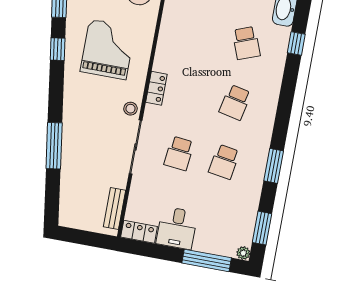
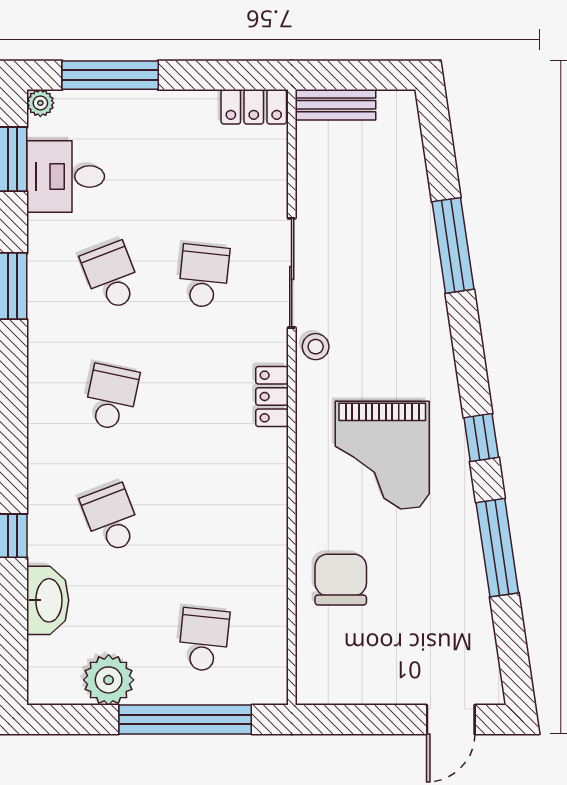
school desk: (224, 162) -> (111, 276), turned -30
bench: (115, 208) -> (335, 105), moved, turned 90
desk: (177, 228) -> (66, 176), moved, turned -90

